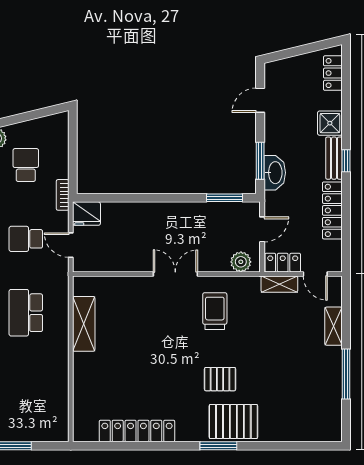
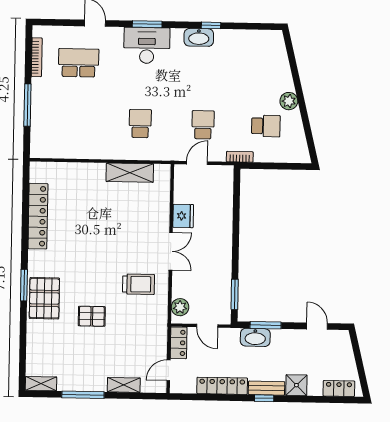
fridge: (86, 214) -> (183, 216), moved, turned 180
shelving: (279, 284) -> (41, 384), moved, turned 90
school desk: (26, 313) -> (140, 124), width x0.54
pallet: (220, 379) -> (92, 316), moved, turned 90

